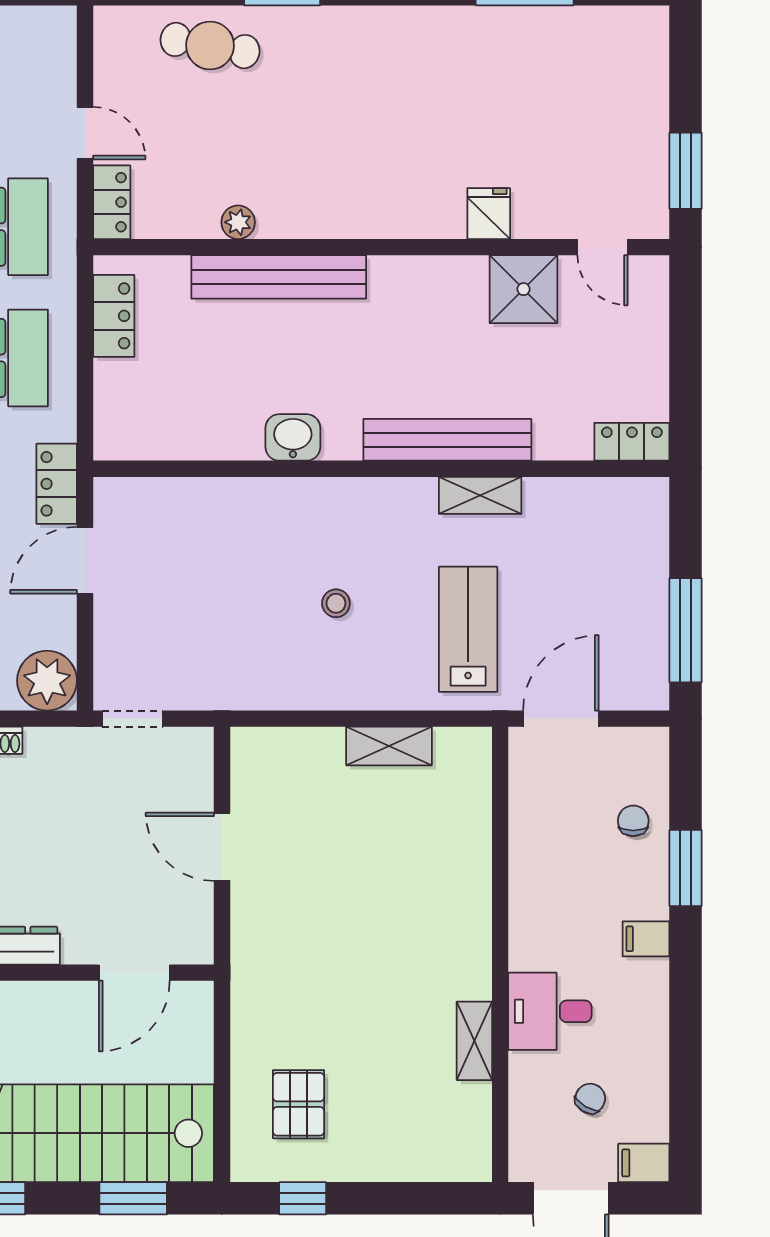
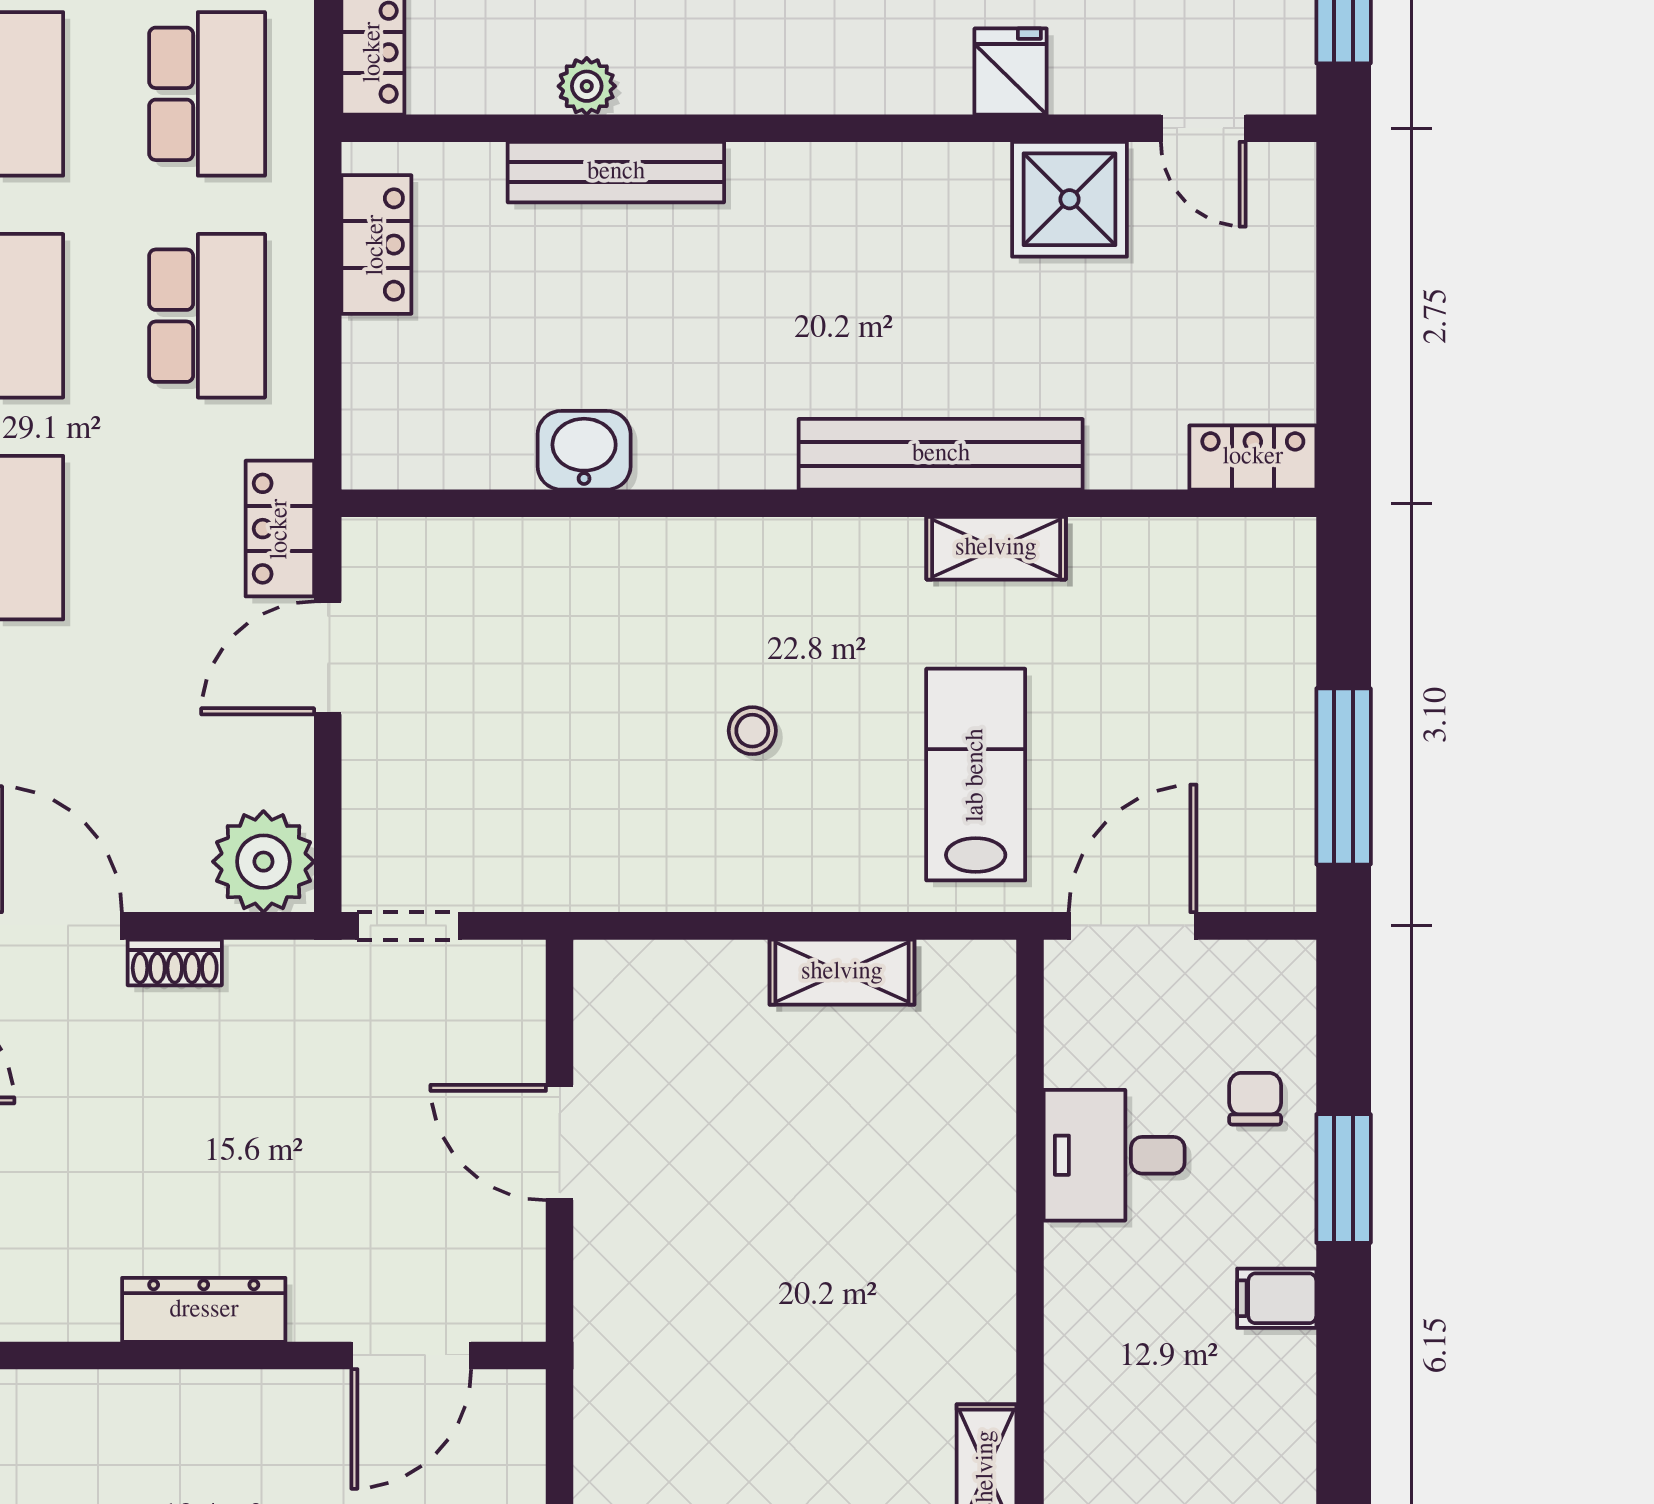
bench: (279, 277) -> (616, 172), width x0.73, depth x0.82
washbasin: (293, 437) -> (584, 450), moved
desk: (550, 1011) -> (1114, 1155), moved

